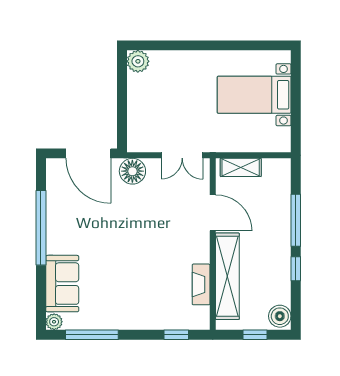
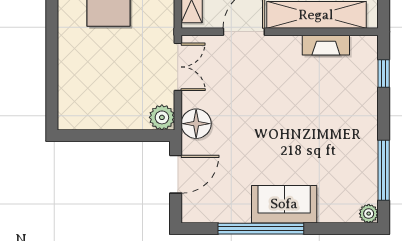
plant: (138, 61) -> (162, 117), moved
door: (88, 153) -> (176, 174), width x0.73
sofa: (62, 284) -> (284, 204), moved

